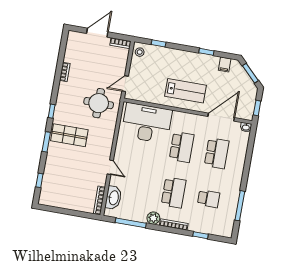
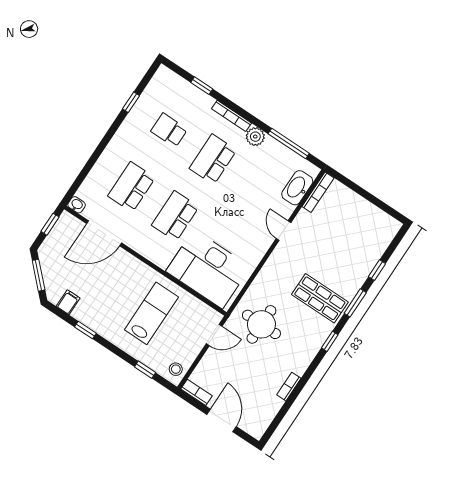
door: (97, 33) -> (222, 421), swing flipped
lab bench: (186, 91) -> (151, 313), moved, turned 90
window: (39, 180) -> (377, 270), moved
window: (240, 206) -> (131, 102), width x0.46

